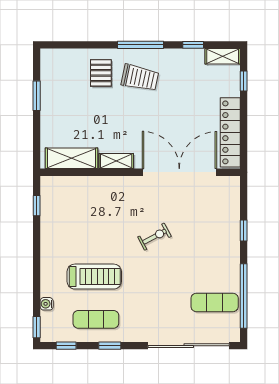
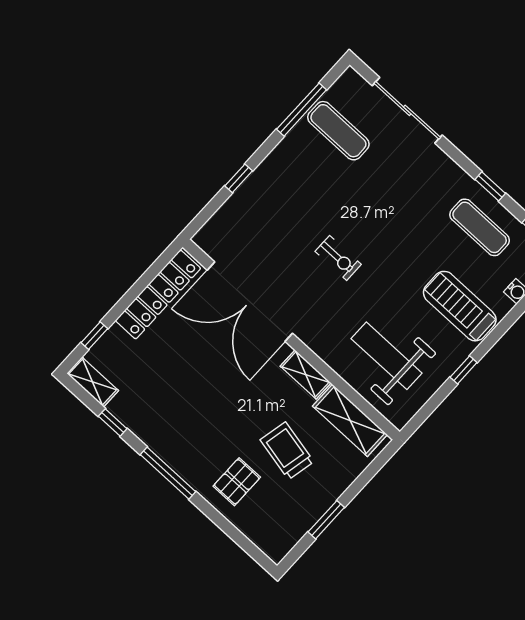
trolley: (140, 78) -> (287, 451), moved
window: (37, 206) -> (464, 370), moved
weight bench: (83, 209) -> (387, 356), added
exercise bike: (154, 237) -> (338, 258), turned -152
treadmill: (94, 277) -> (460, 306), moved
window: (244, 296) -> (302, 110), width x0.68
sliding door: (189, 346) -> (407, 110), width x0.73

